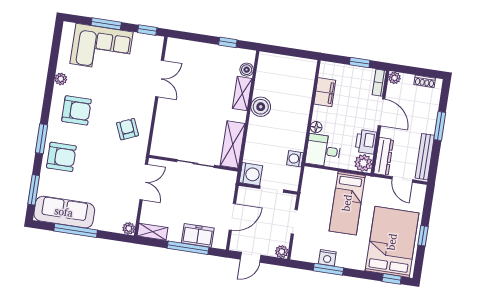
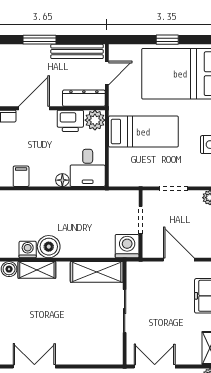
filing cabinet: (325, 92) -> (21, 176), width x0.50
washing machine: (295, 159) -> (28, 249), moved, turned 180

